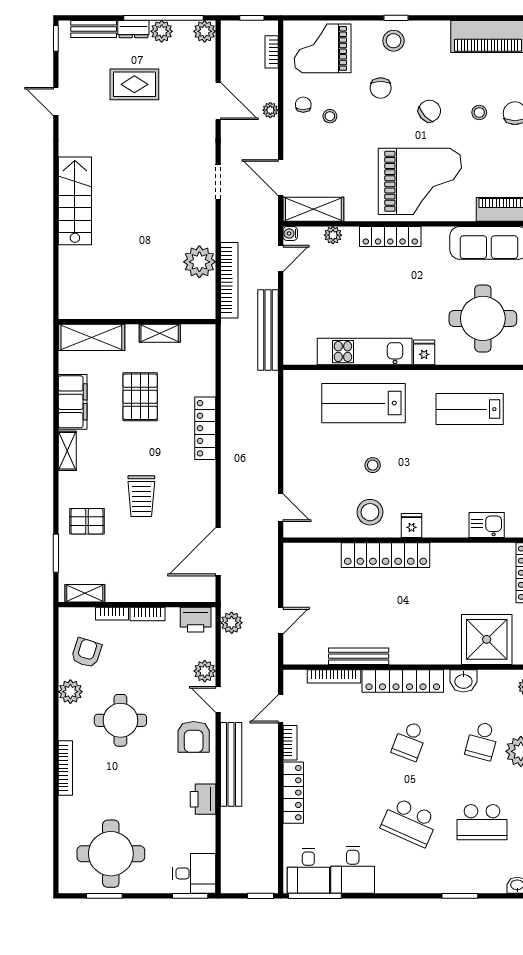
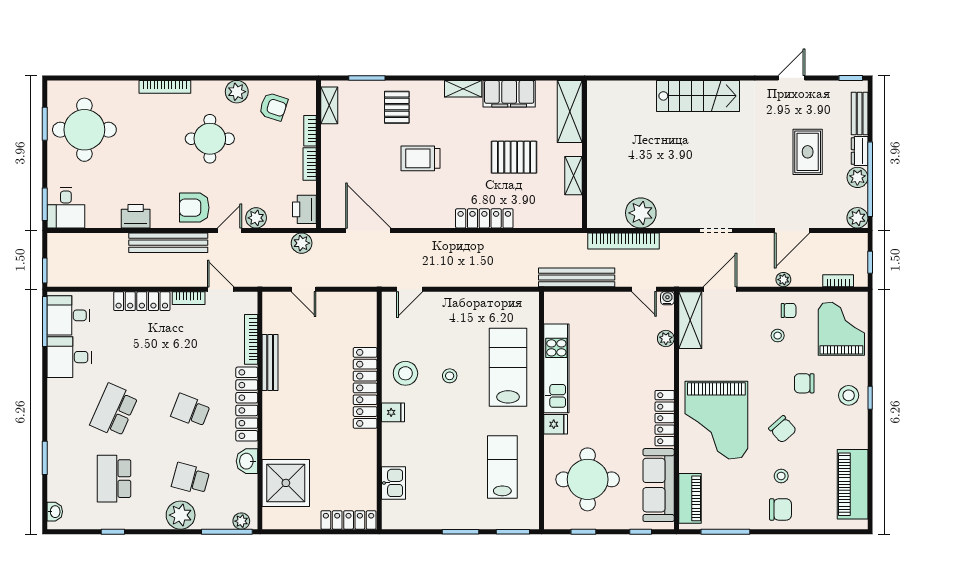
locker: (390, 236) -> (665, 418), moved

